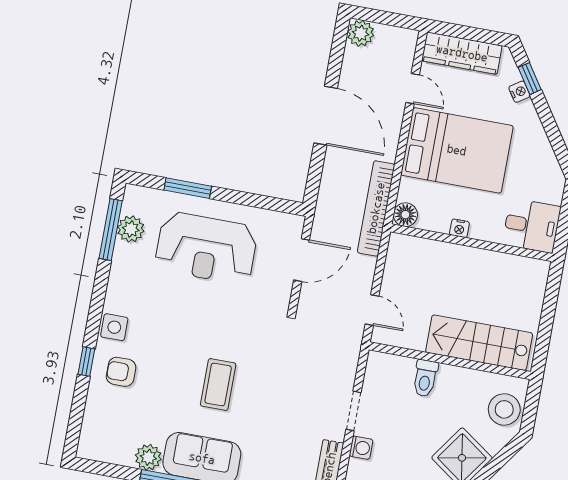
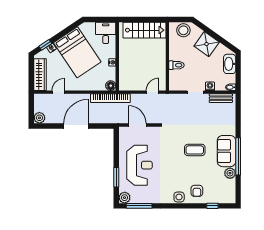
bed: (457, 150) -> (77, 52), moved, turned 146
plant: (131, 229) -> (125, 198), moved
stairs: (479, 343) -> (145, 30), moved, turned -90
window: (86, 362) -> (212, 206), moved

